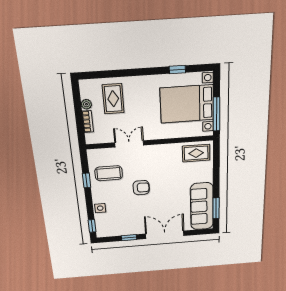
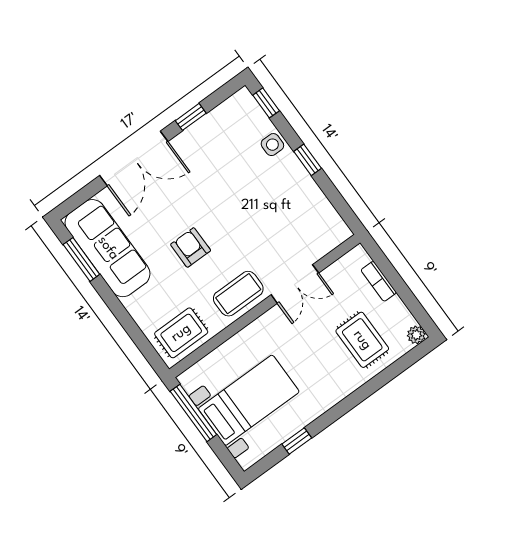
plant: (86, 104) -> (416, 335), moved
bed with nightstands: (187, 104) -> (249, 400), width x0.73
coffee table: (109, 173) -> (238, 294), moved
window: (87, 180) -> (308, 160), moved
armchair: (141, 188) -> (191, 247), moved, turned 90

